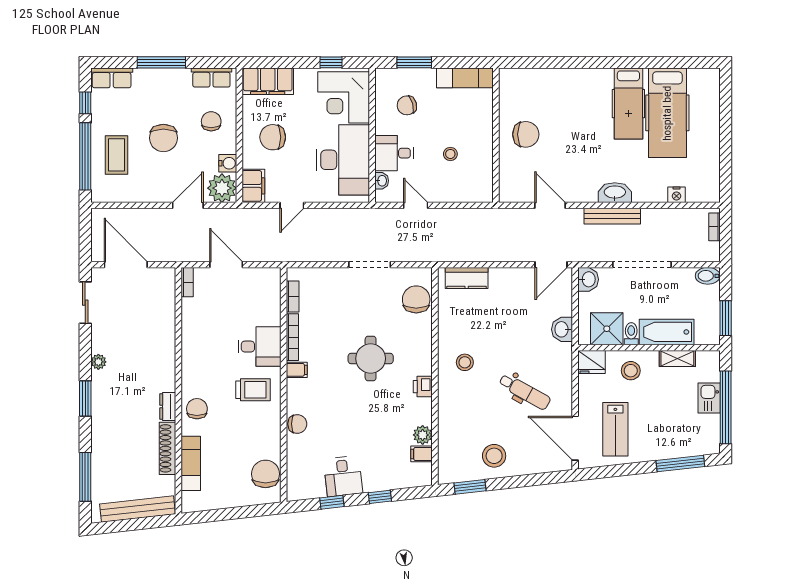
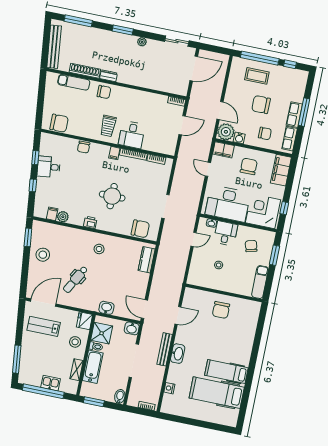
row of seats: (112, 78) -> (294, 115), moved

